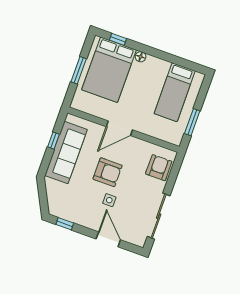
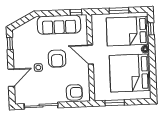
bed: (175, 92) -> (130, 73), width x2.04
window: (53, 141) -> (76, 12), moved

